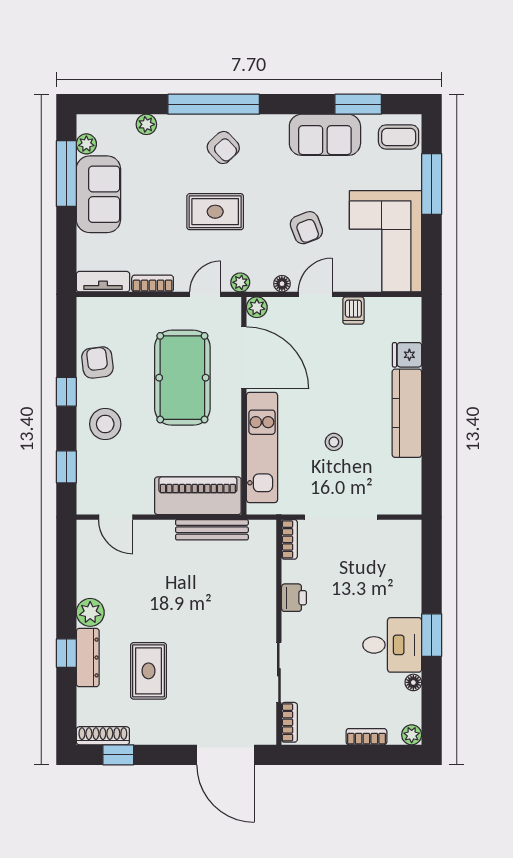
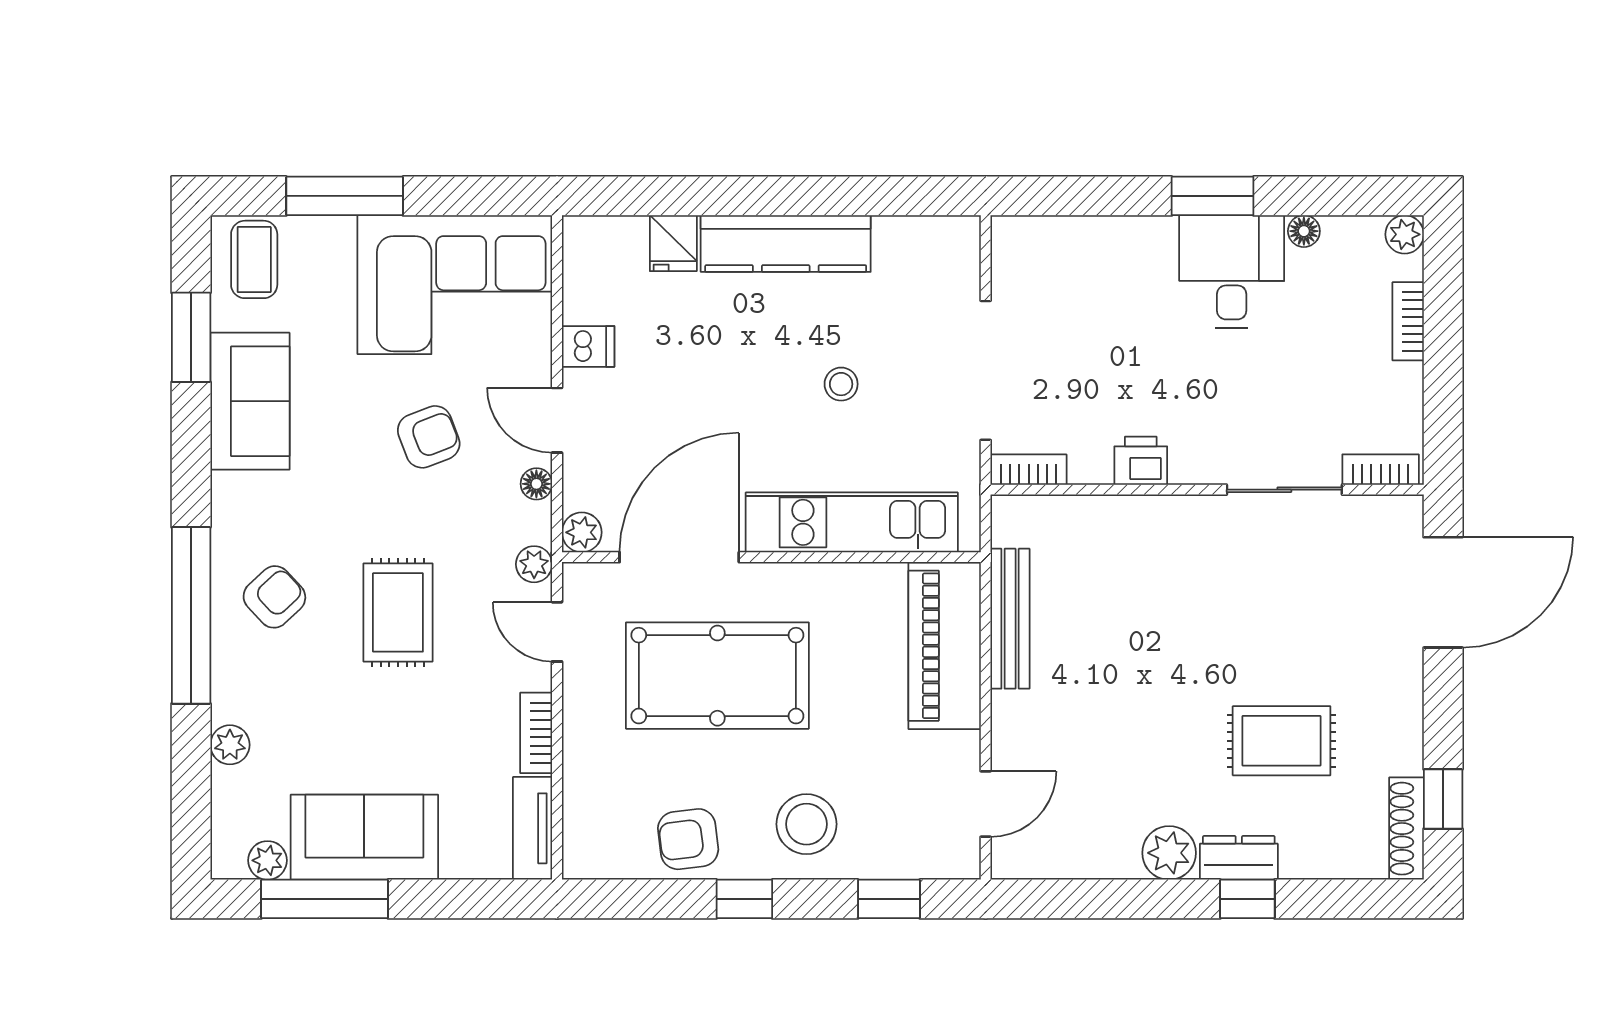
dresser: (88, 658) -> (1239, 858), width x0.70

